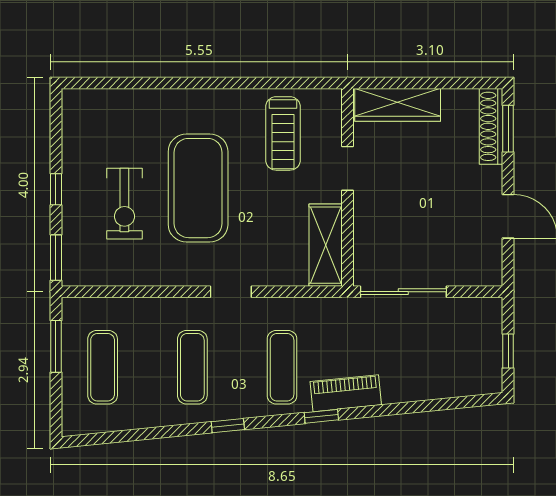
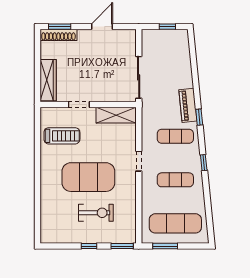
exercise mat: (103, 367) -> (175, 223), width x1.36, depth x1.45

